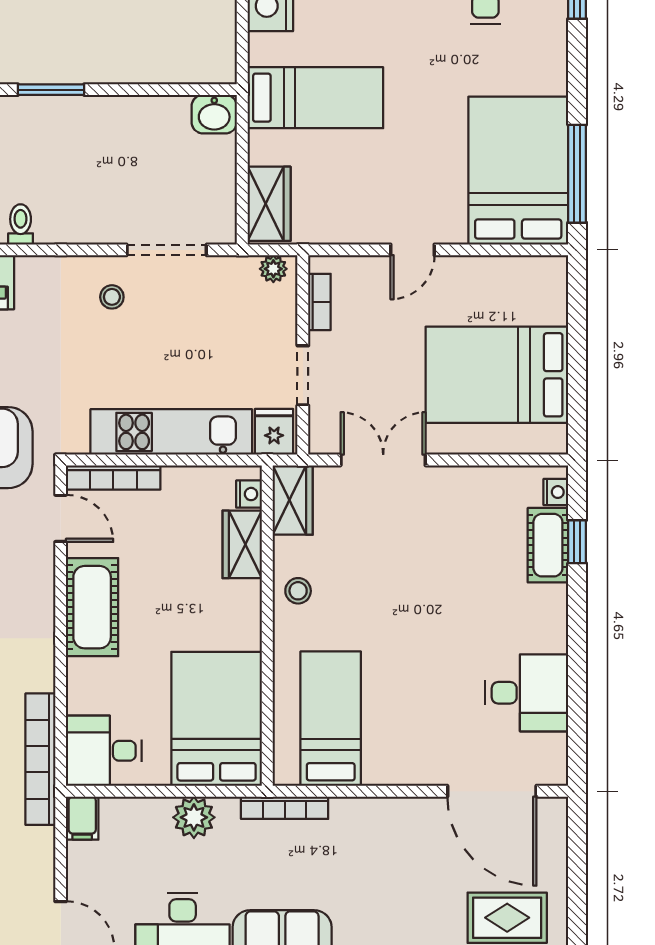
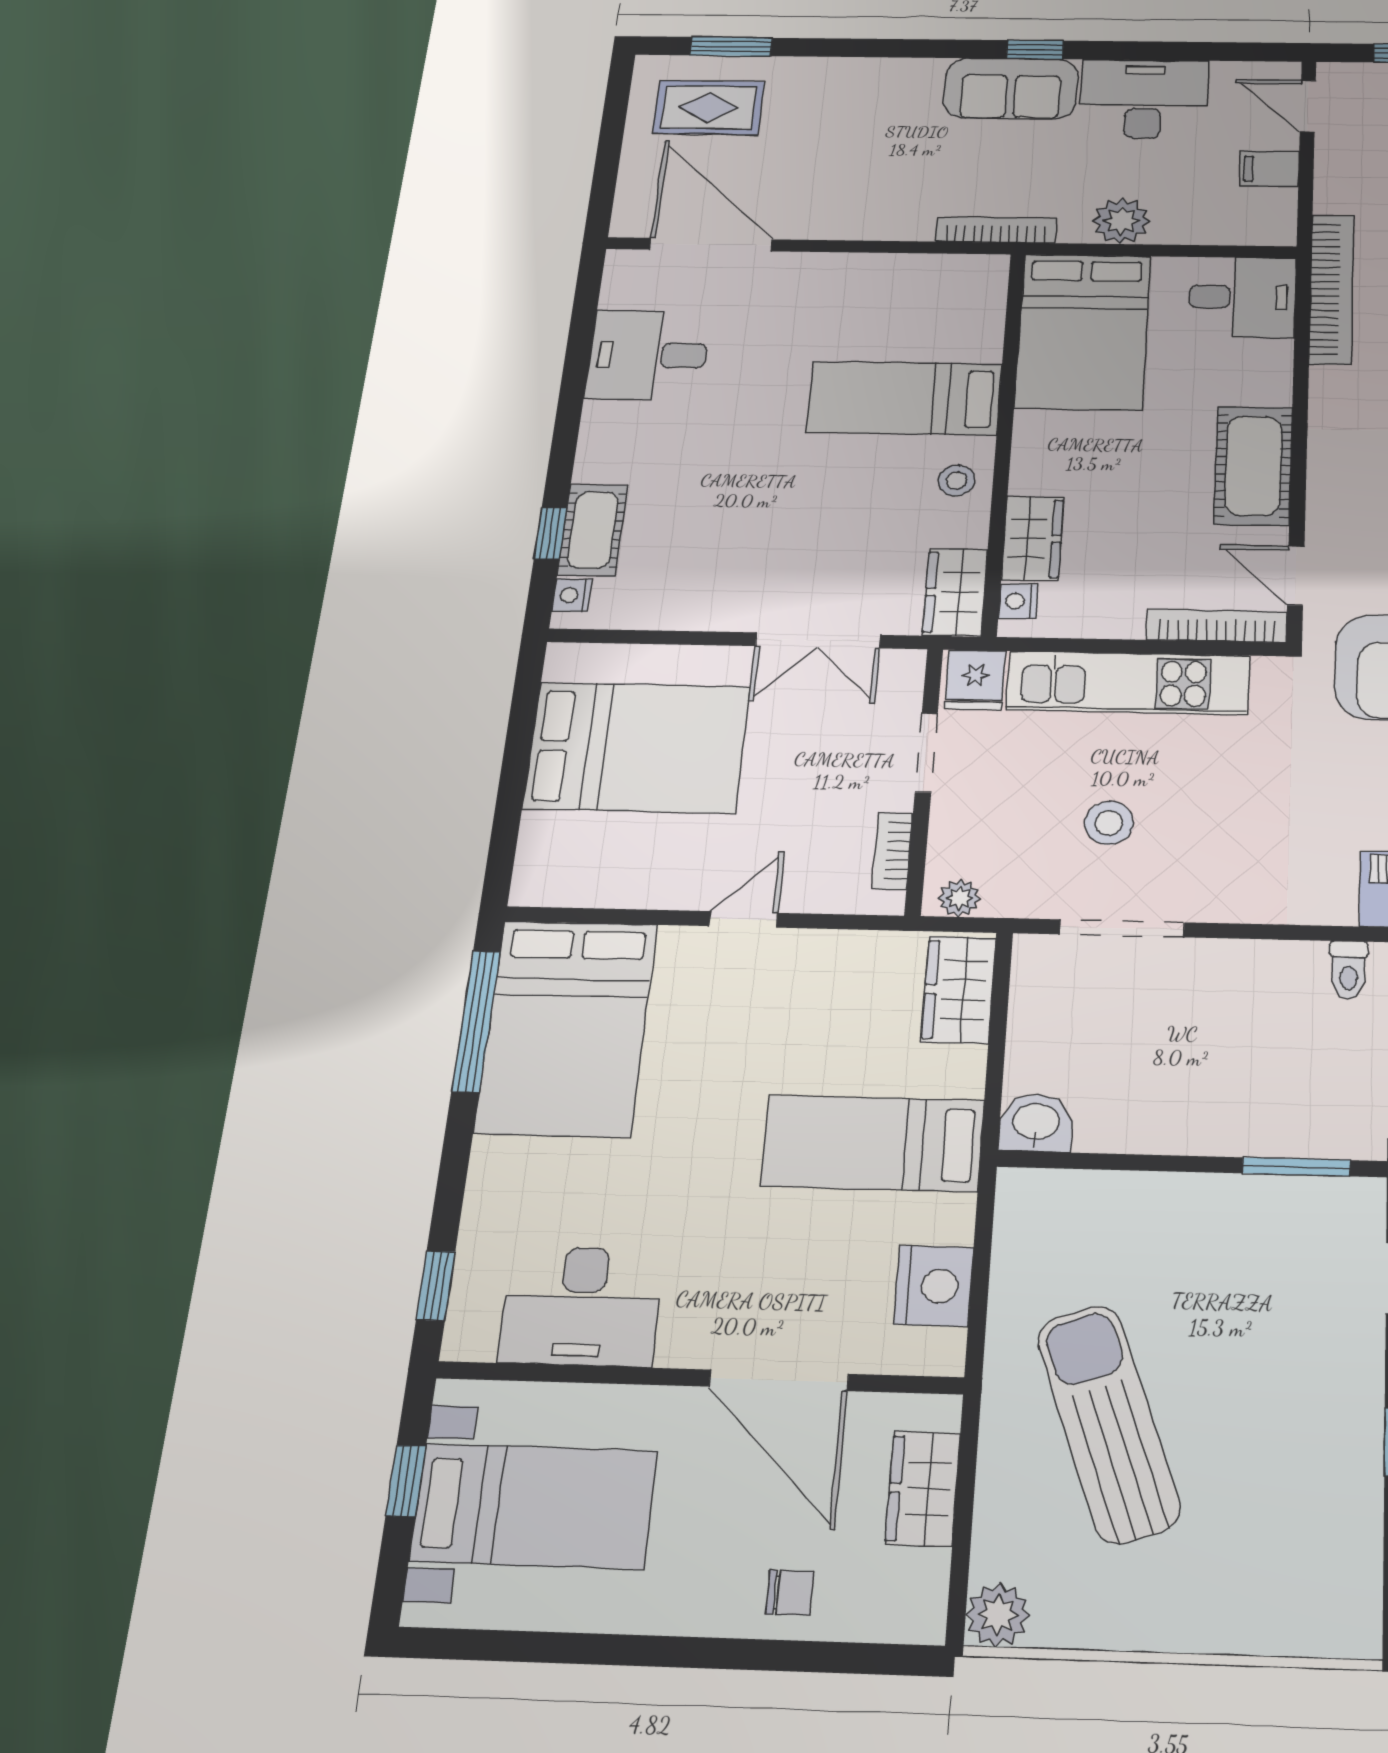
stool: (112, 297) -> (1109, 823), moved, width x1.37, depth x1.37
bed: (331, 719) -> (905, 398), moved, turned 90
filing cabinet: (82, 818) -> (1269, 169), moved, turned -90

